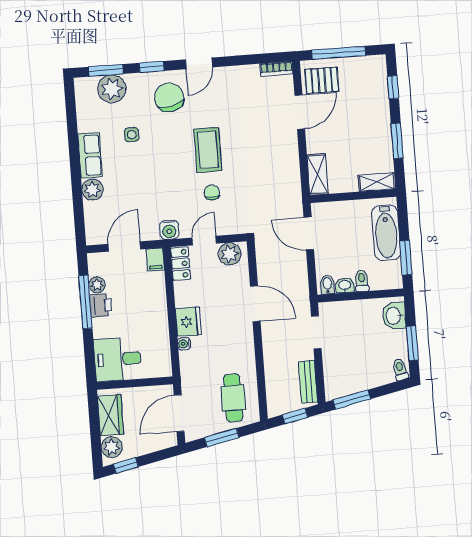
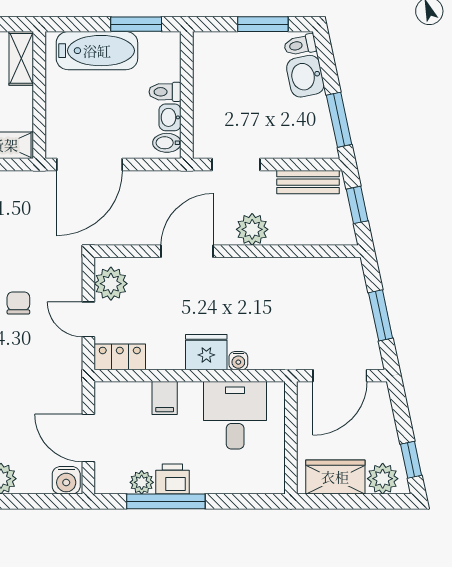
chair: (212, 192) -> (18, 303), turned 90
water cooler: (169, 230) -> (66, 480), moved, turned 90
door: (309, 233) -> (90, 164), width x1.36
filing cabinet: (155, 259) -> (165, 398), moved, turned 90
washbasin: (394, 316) -> (305, 76), moved, turned 78
plant: (273, 346) -> (252, 229), added
desk: (118, 359) -> (235, 415), moved, turned 180
cafe table: (233, 398) -> (323, 294), removed
door: (179, 413) -> (340, 376), hinge flipped

